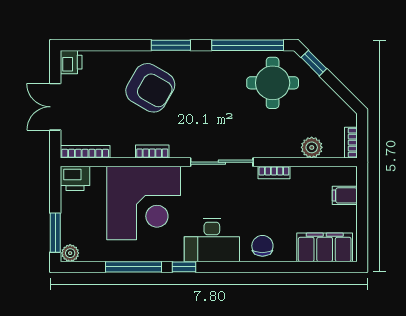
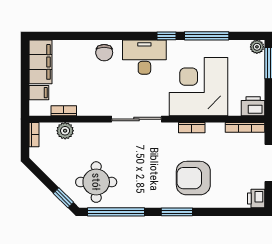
armchair: (150, 88) -> (193, 178), turned -30
bookcase: (274, 173) -> (64, 111), moved
filing cabinet: (325, 247) -> (40, 62), moved, turned -90

